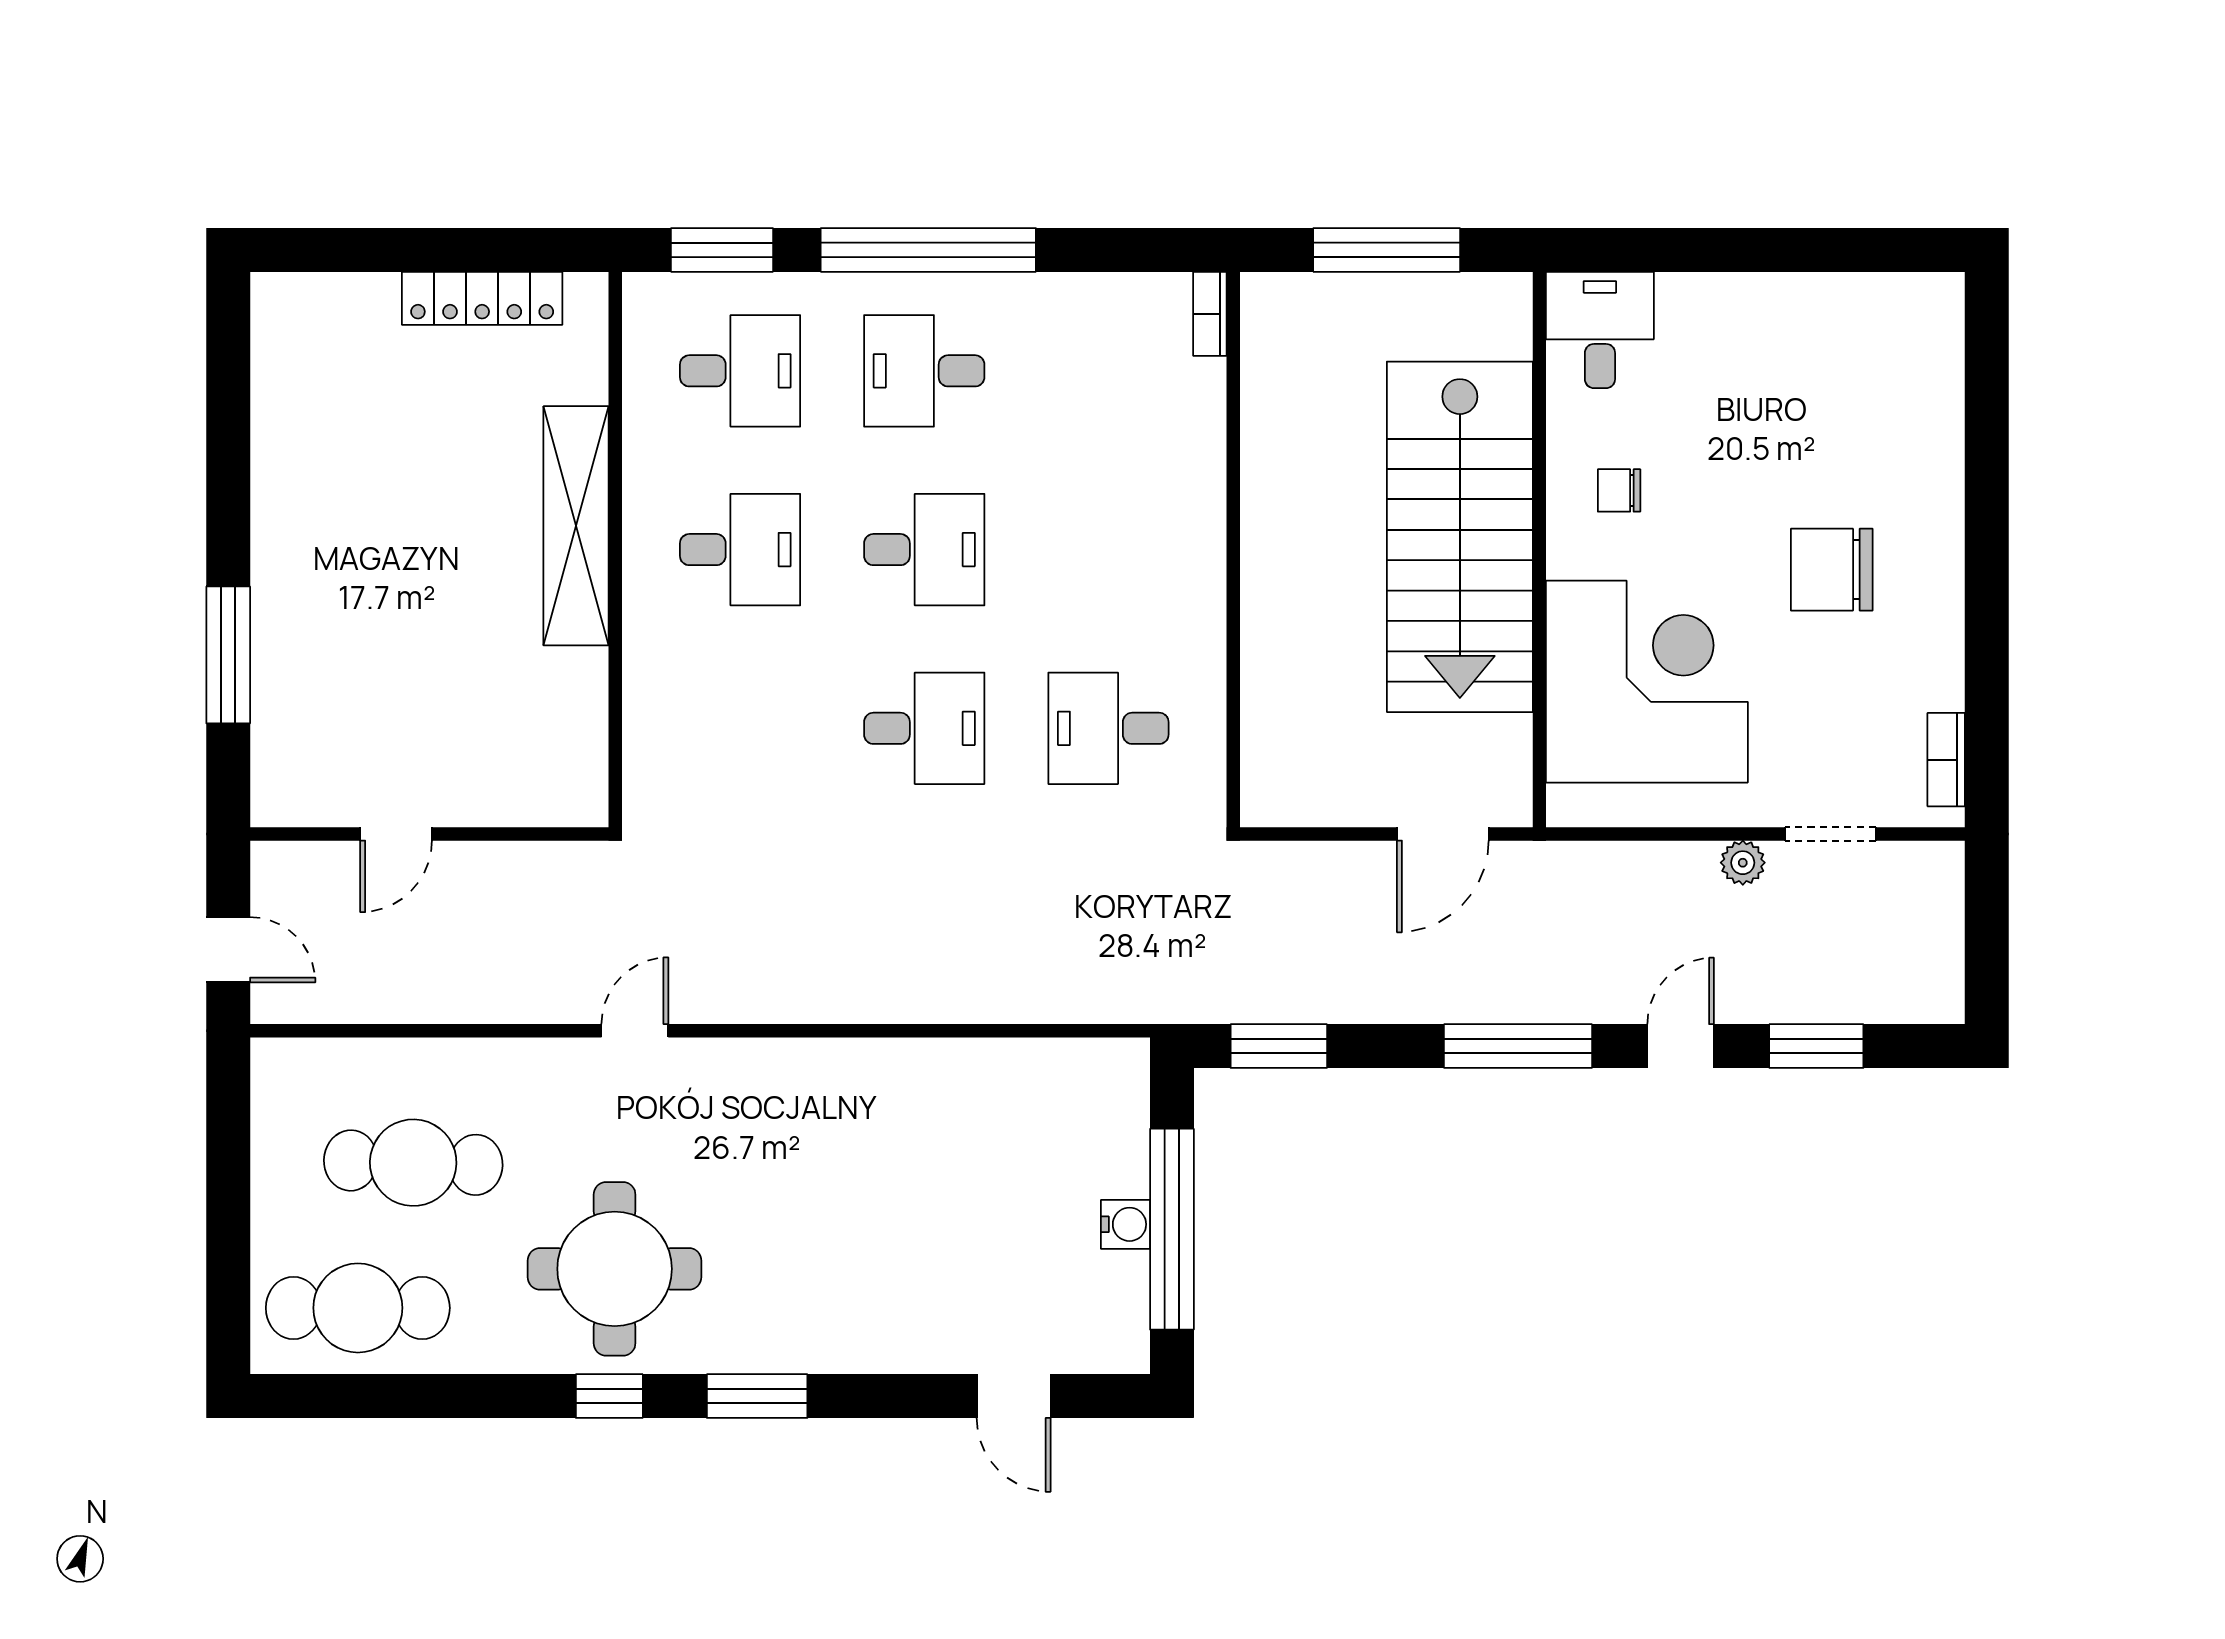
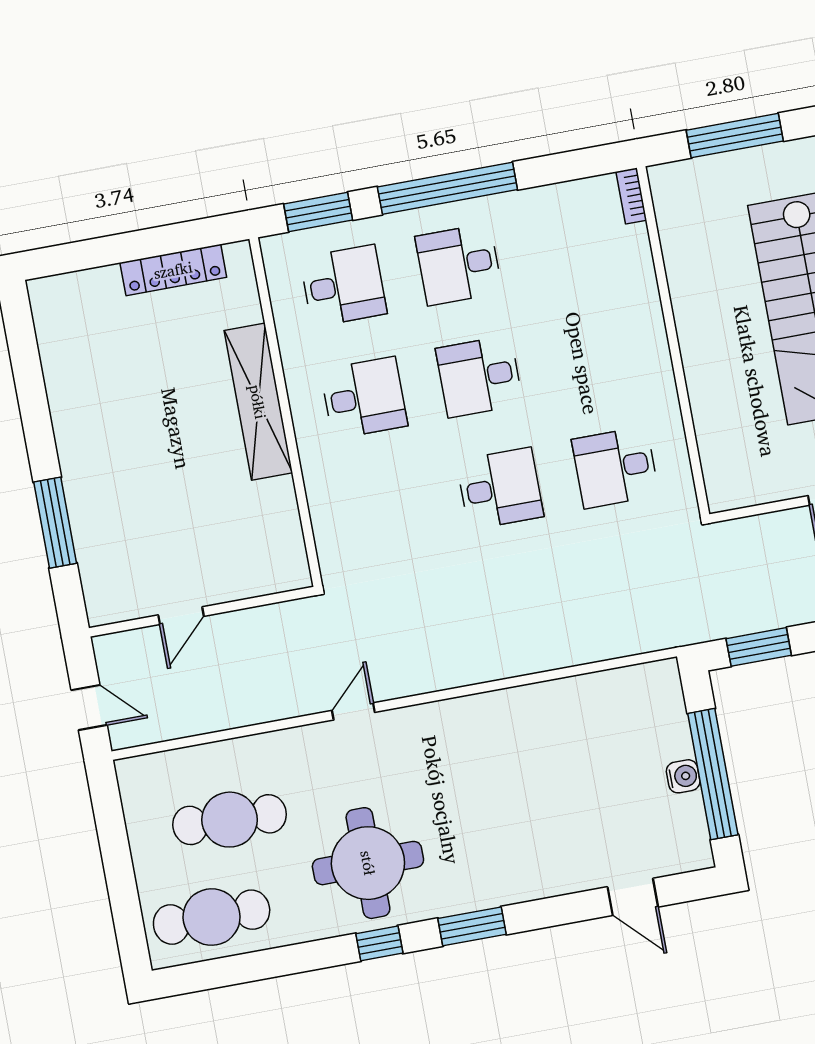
desk: (924, 550) -> (479, 377), turned 180

